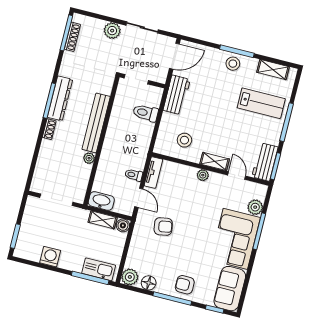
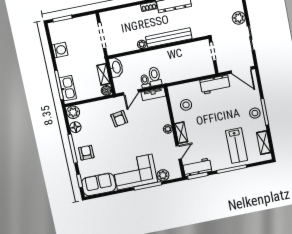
toilet: (146, 113) -> (155, 76), moved

